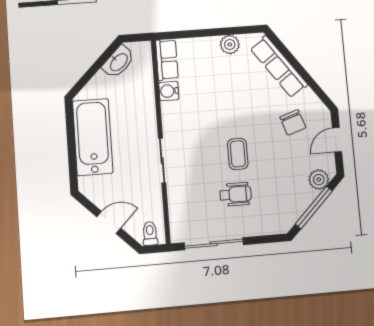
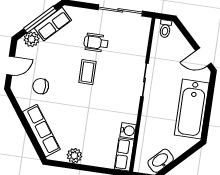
chair: (293, 122) -> (41, 86), turned -72
row of seats: (296, 205) -> (53, 24), added
door: (109, 223) -> (203, 57), moved

